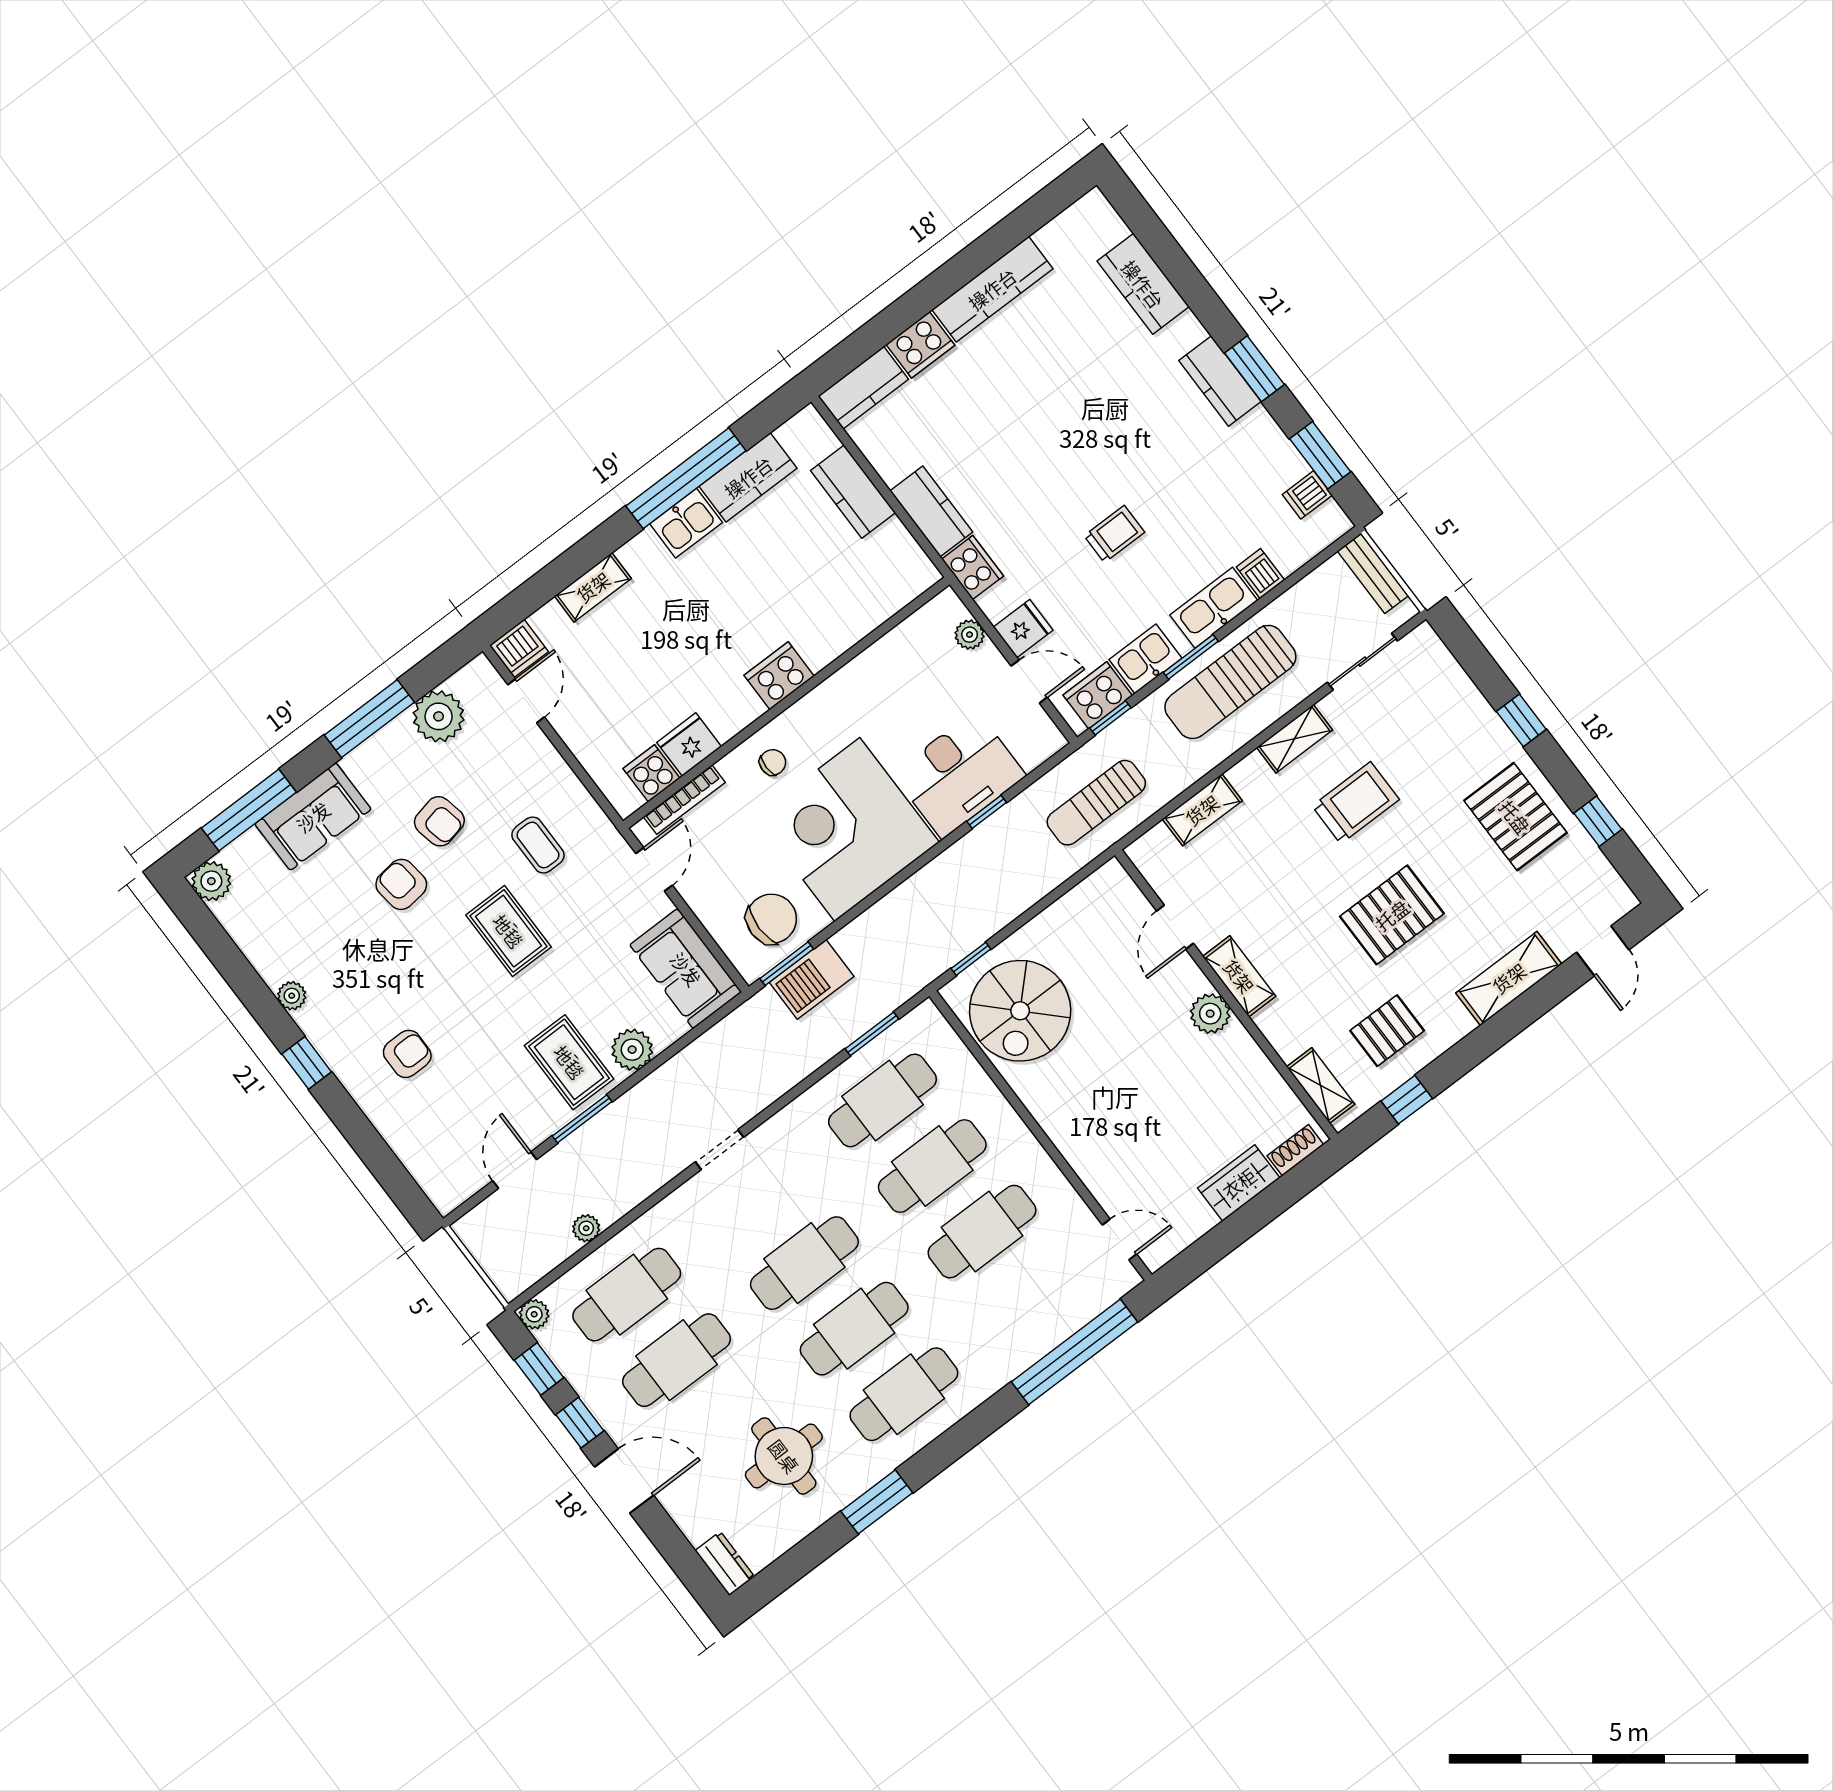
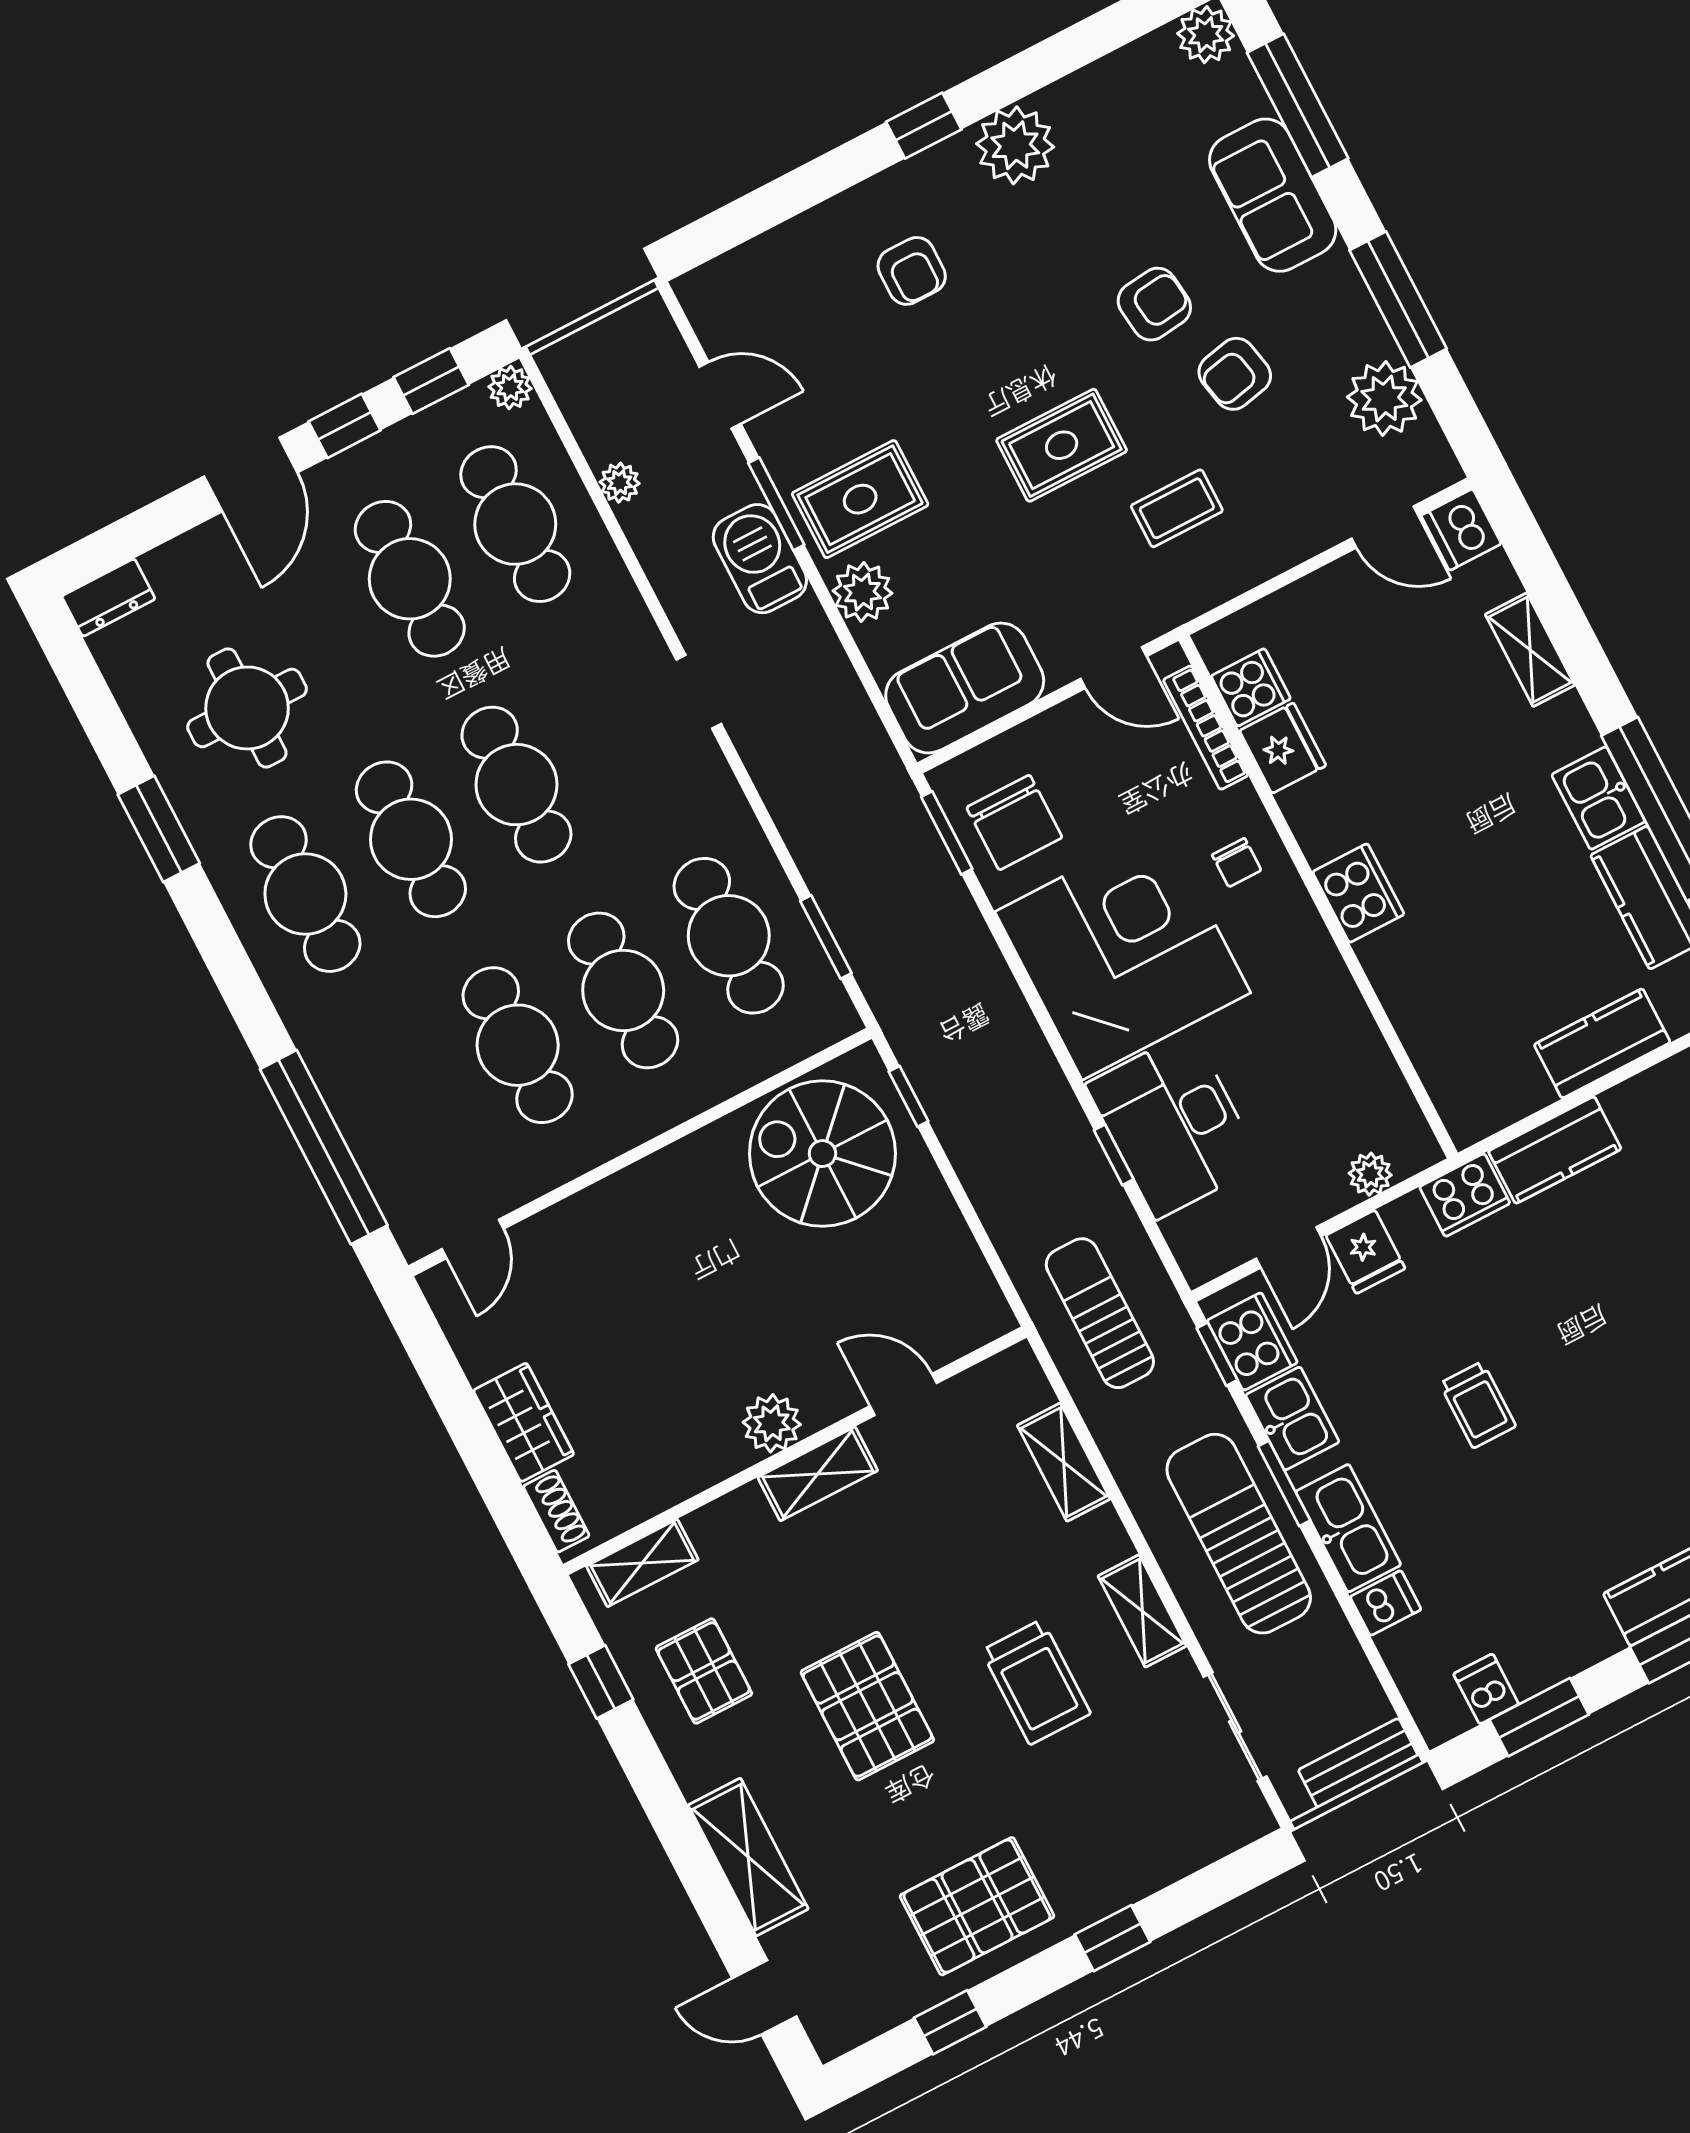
barbecue: (812, 979) -> (760, 559), moved
plant: (292, 996) -> (1015, 145), width x1.88, depth x1.88

